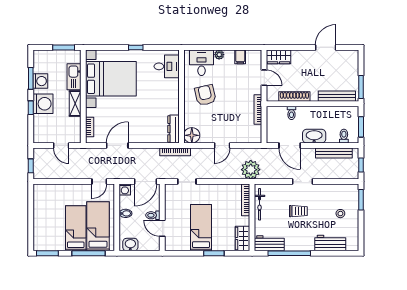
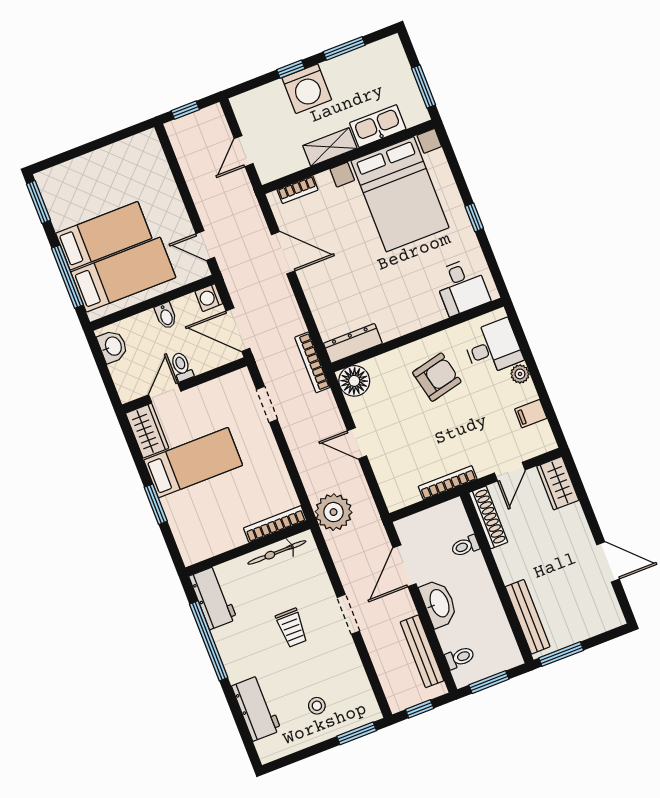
washing machine: (40, 81) -> (346, 68), removed
shoe rack: (294, 97) -> (488, 517), moved
wardrobe: (242, 238) -> (147, 431), moved, turned 90

